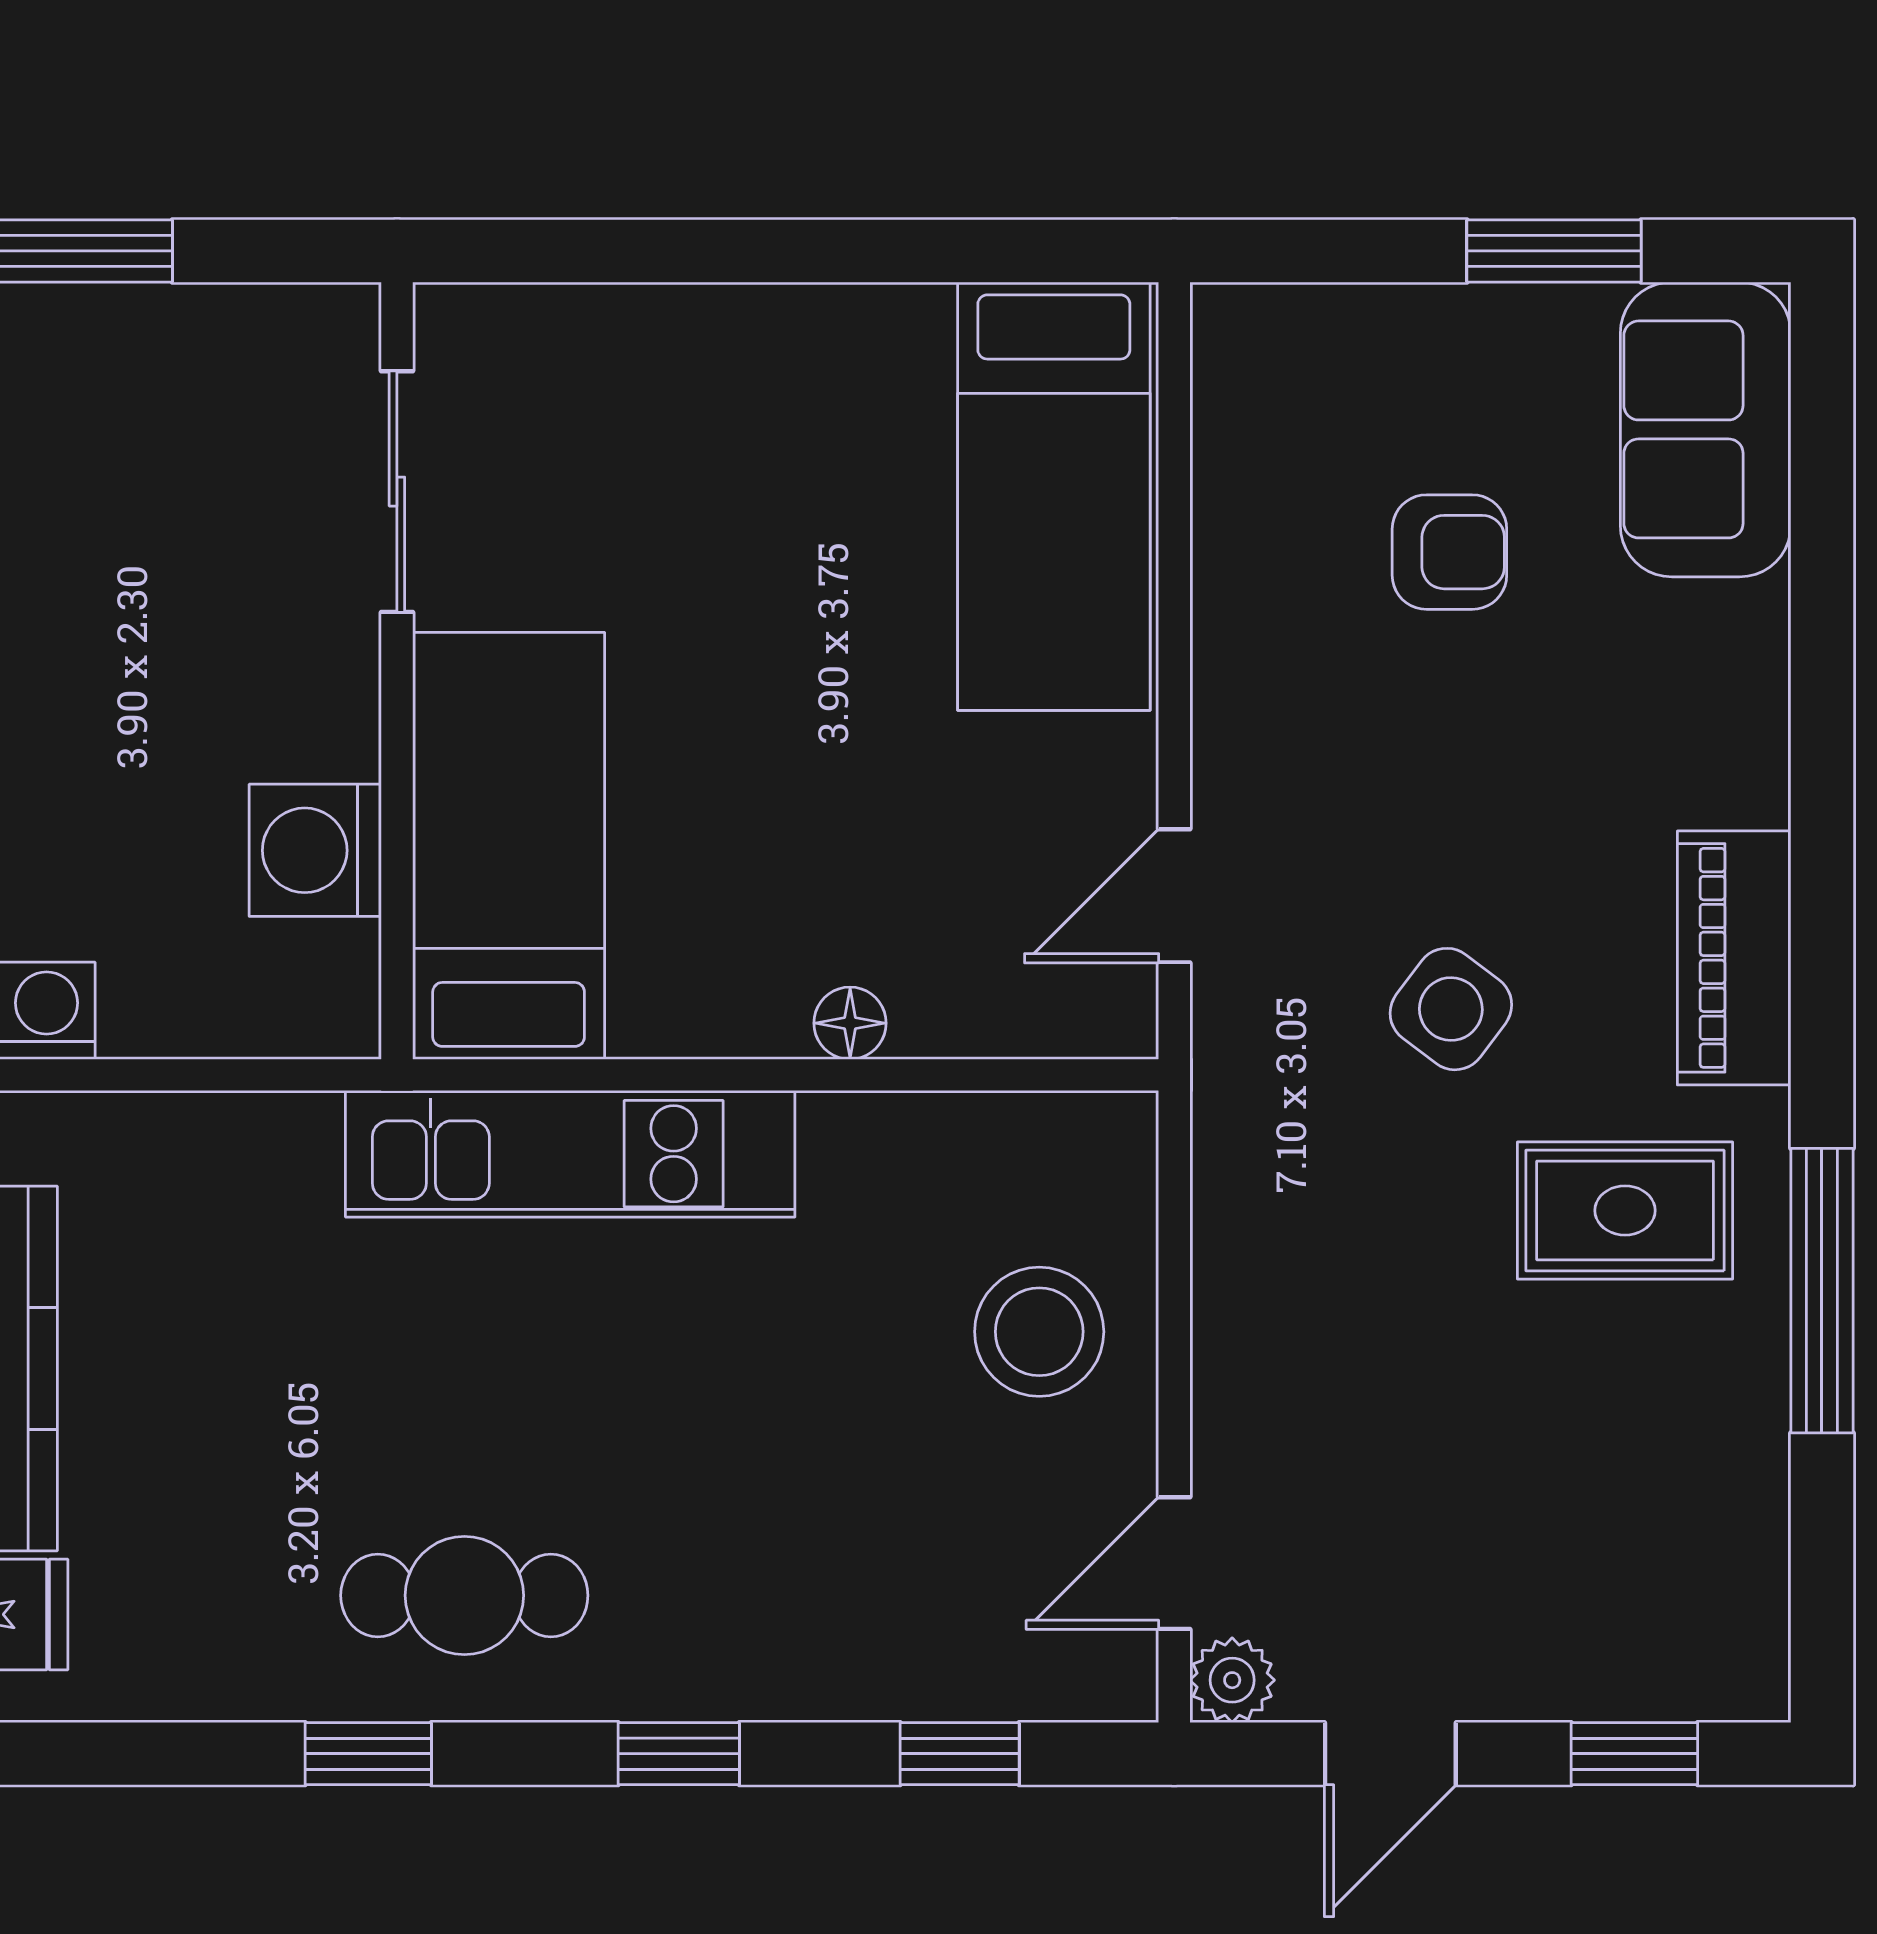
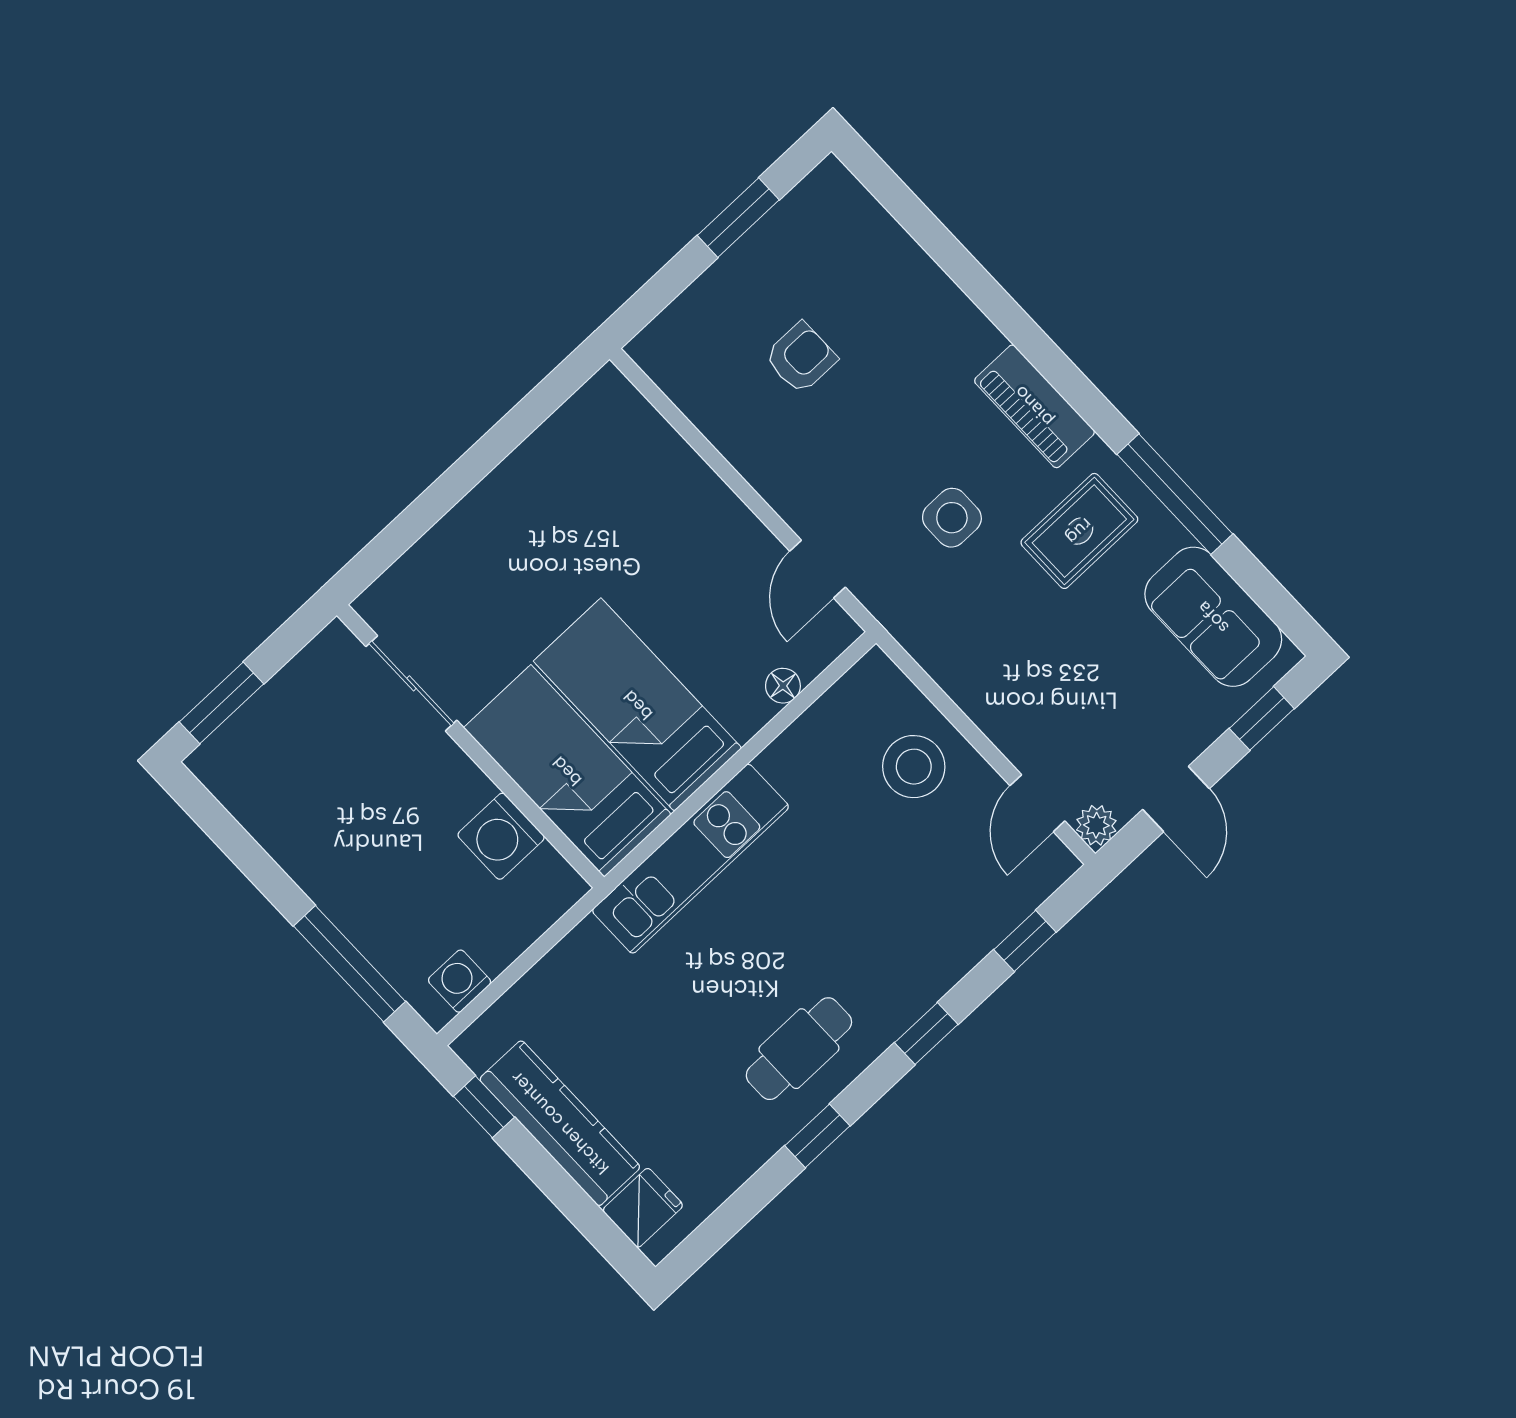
sofa: (1706, 429) -> (1213, 617), moved
bed: (1054, 496) -> (638, 705), moved, turned 180
side table: (1451, 1009) -> (952, 518), turned -37
floor lamp: (850, 1023) -> (783, 686), moved

